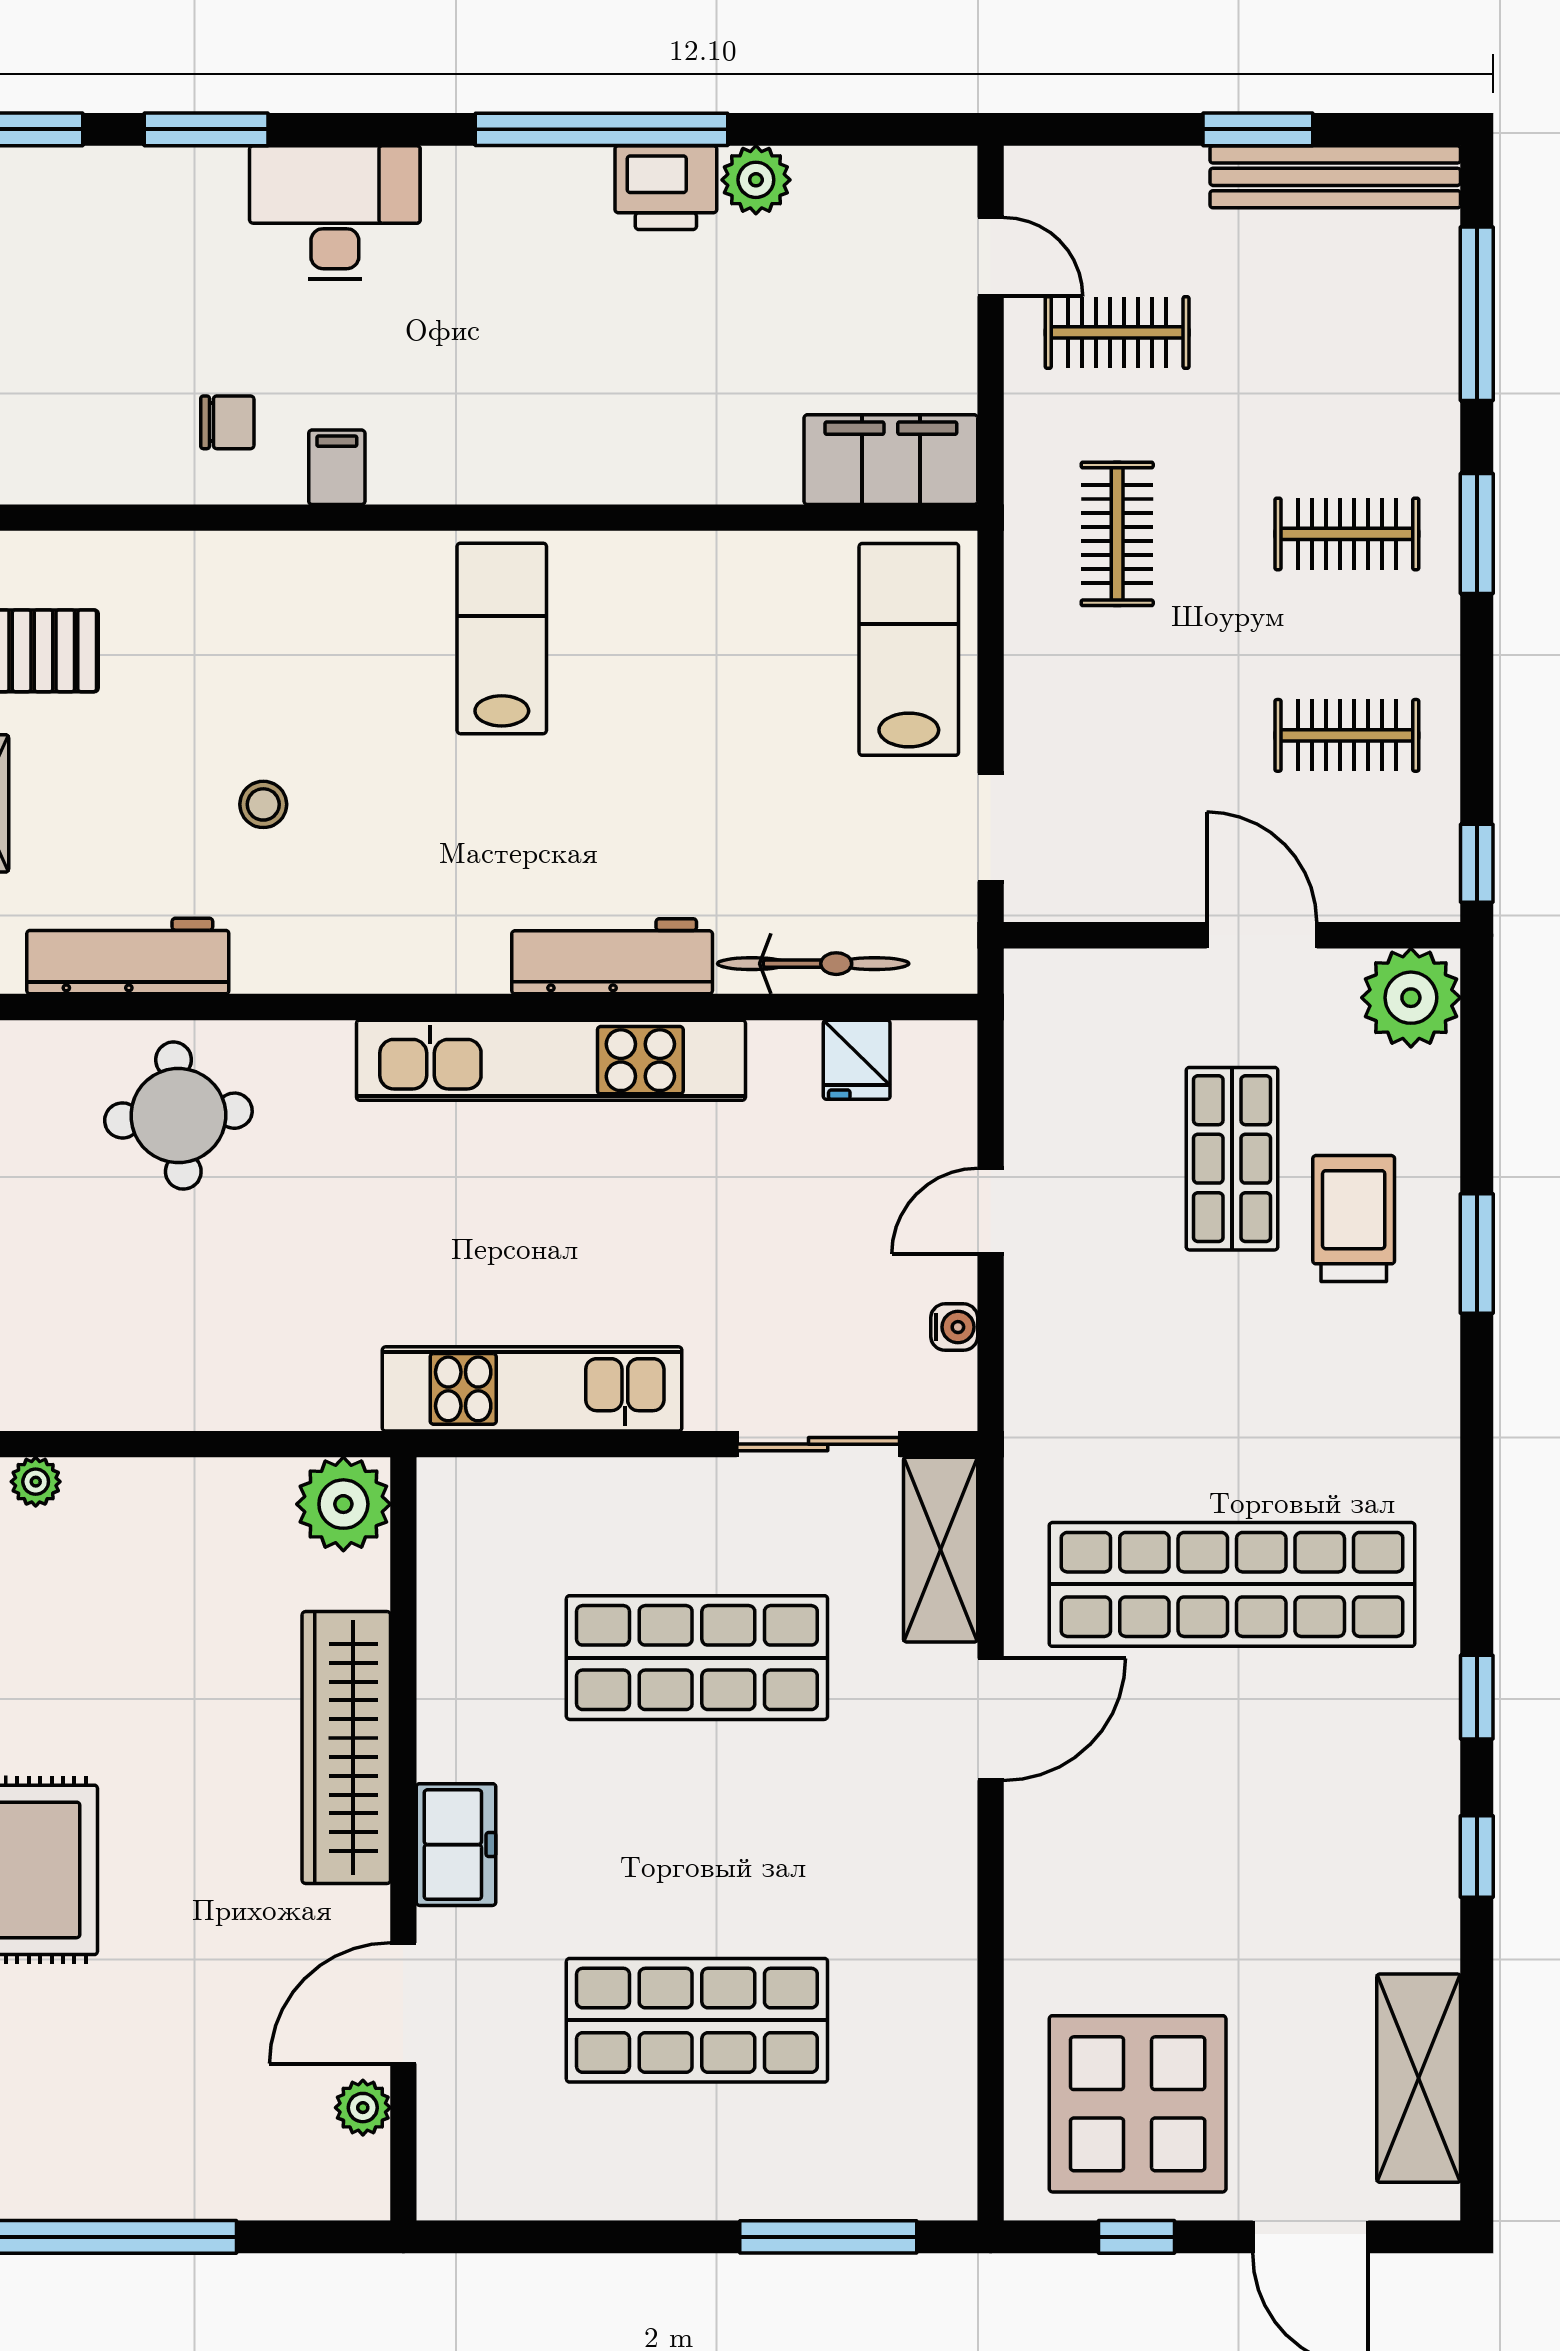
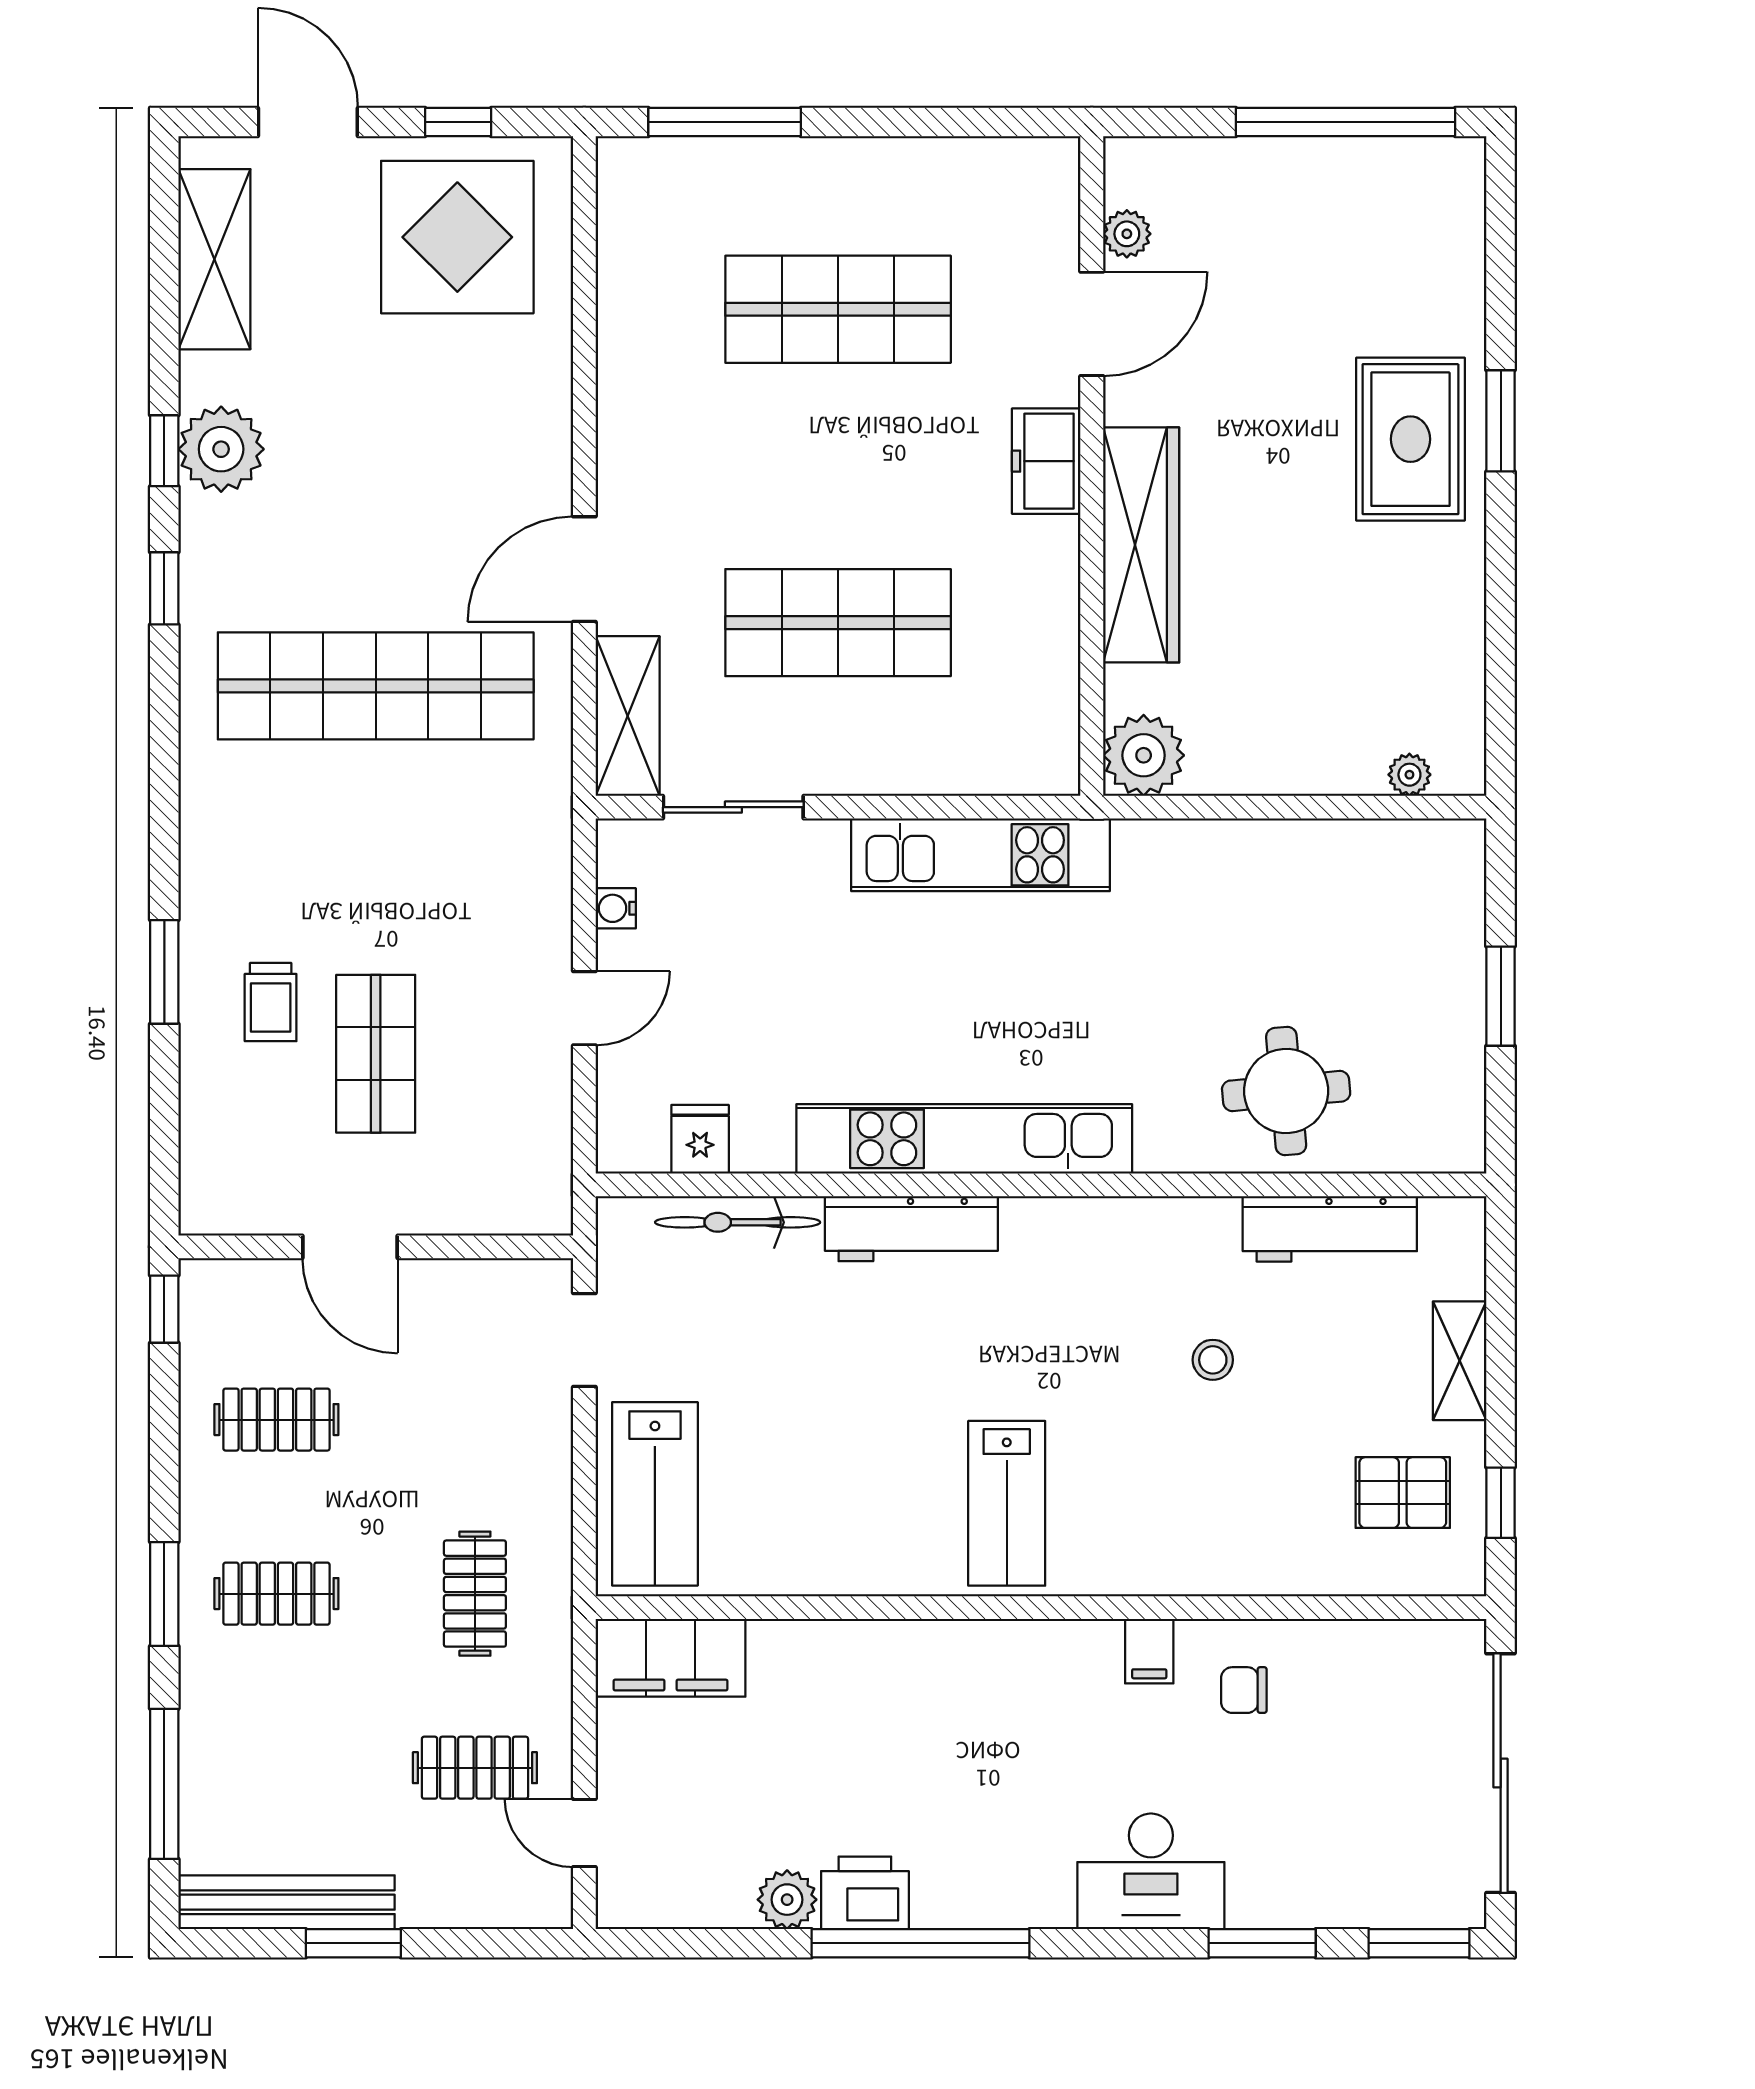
plant: (1411, 998) -> (221, 449), moved
trolley: (1354, 1219) -> (271, 1002), width x0.73, depth x0.72

